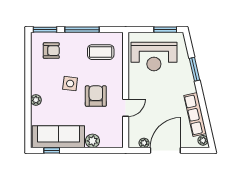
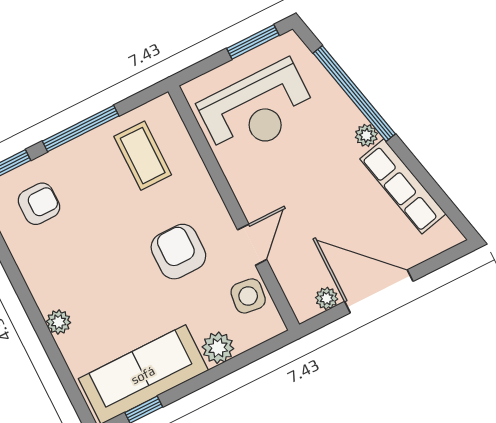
coffee table: (101, 52) -> (143, 156), turned 90
window: (194, 69) -> (354, 94), width x2.11
side table: (70, 84) -> (248, 296), moved
plant: (203, 140) -> (366, 135), moved
door: (165, 150) -> (379, 291), hinge flipped

